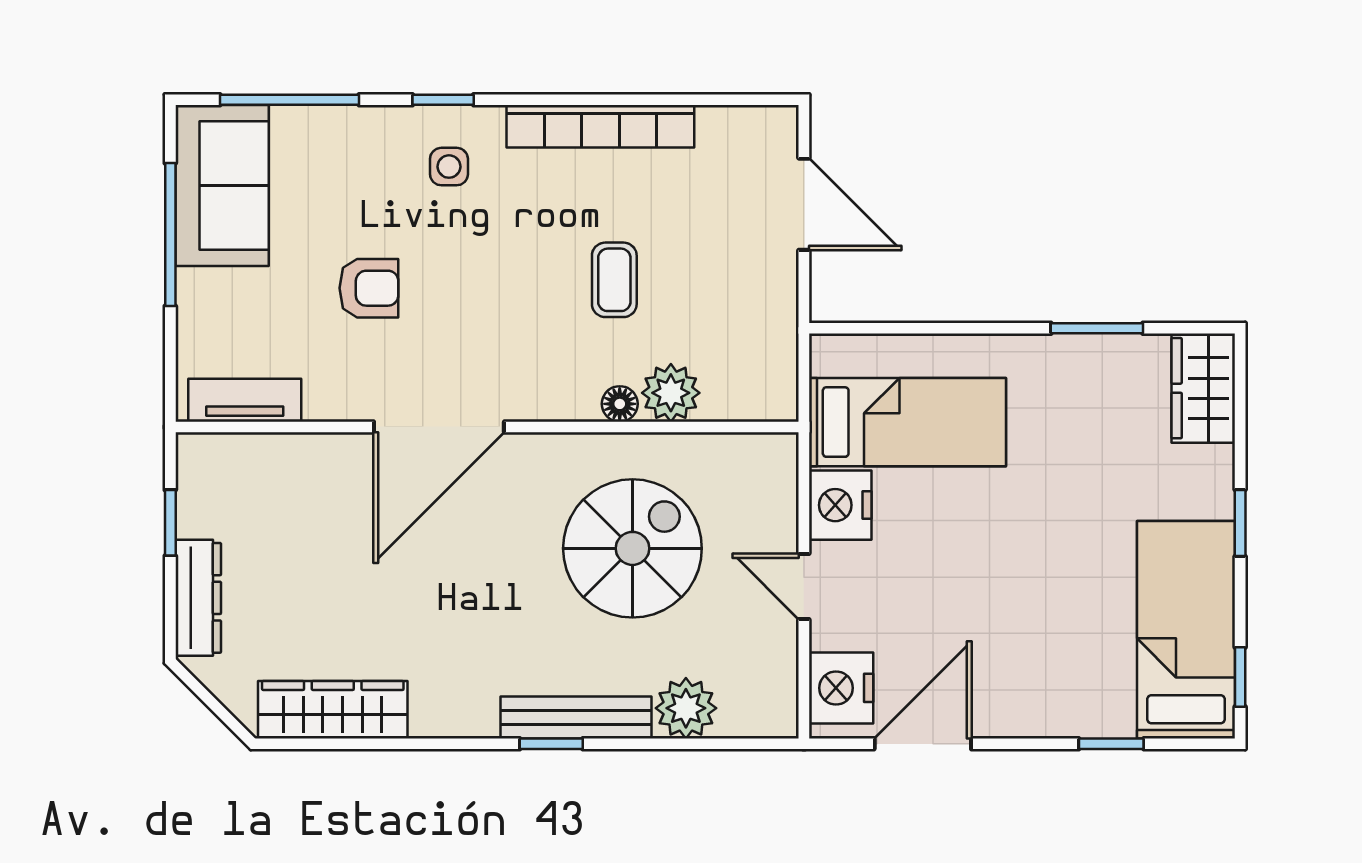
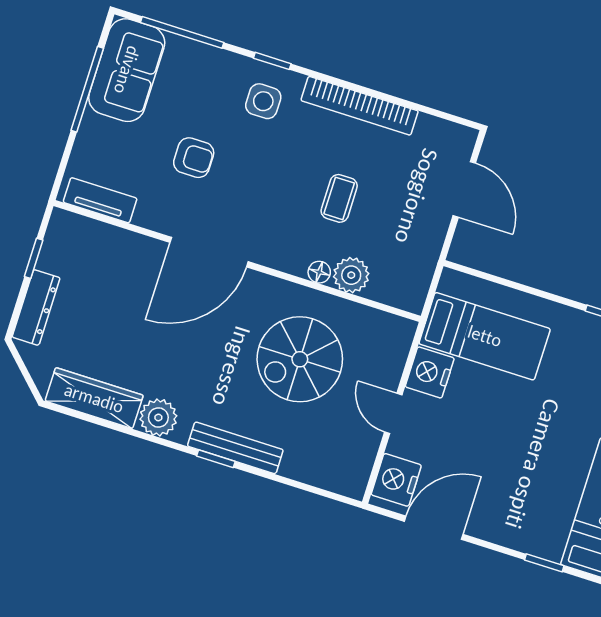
side table: (449, 167) -> (263, 101), width x1.37, depth x1.37
spiral stairs: (632, 548) -> (300, 359), turned 180
plant: (686, 708) -> (158, 417), moved

